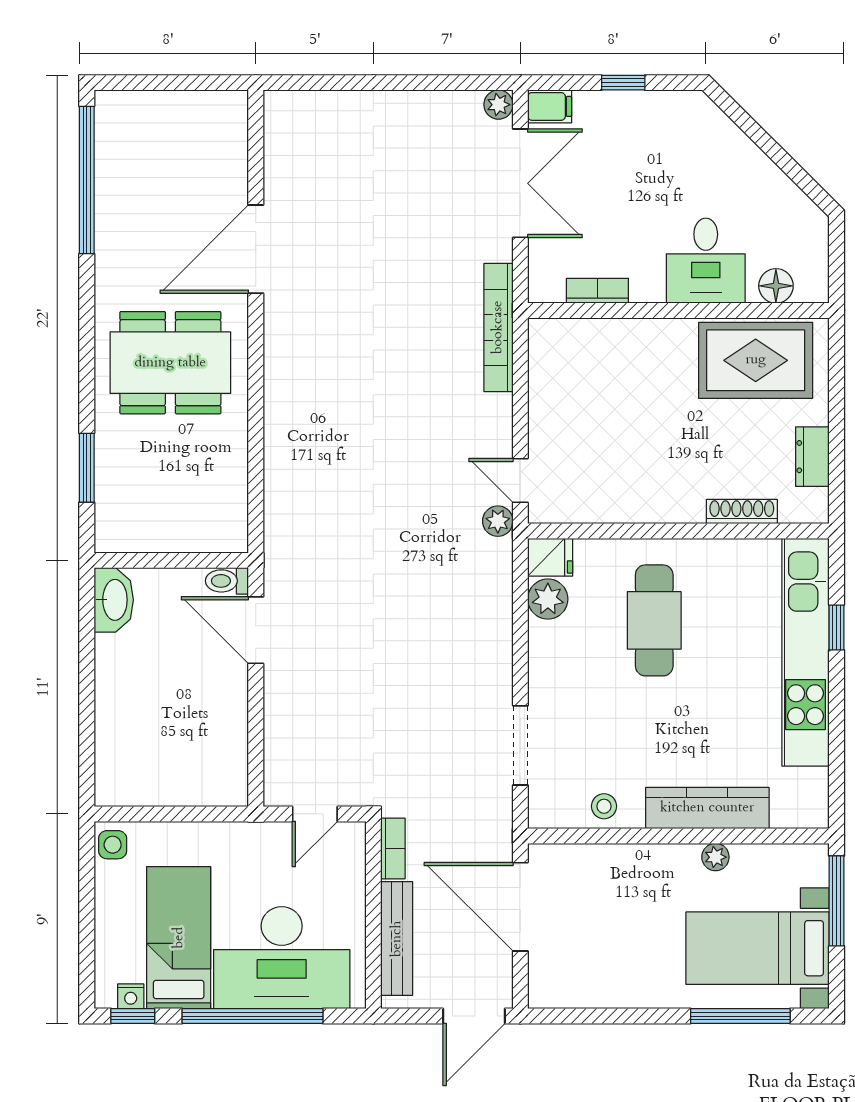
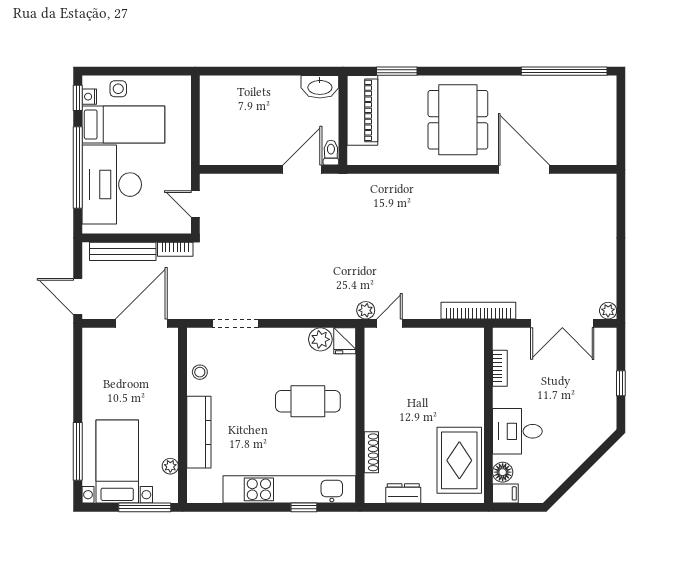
filing cabinet: (550, 106) -> (505, 493), moved, turned -90
piano: (154, 527) -> (362, 110), added
side table: (113, 845) -> (118, 89), moved
plant: (715, 857) -> (170, 466), moved

